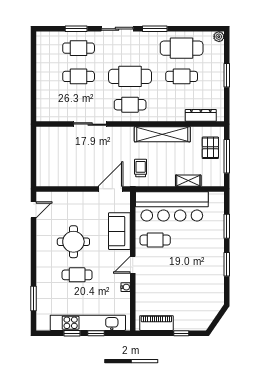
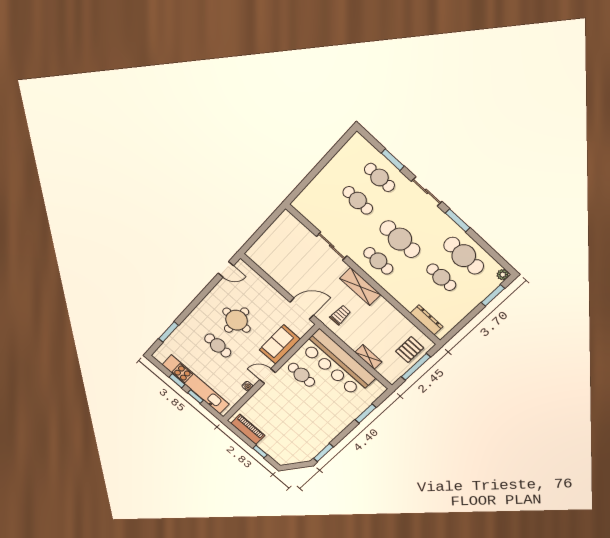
window: (227, 75) -> (493, 295), moved
shelving: (162, 134) -> (360, 286), moved, width x0.68
window: (227, 264) -> (323, 453), moved

